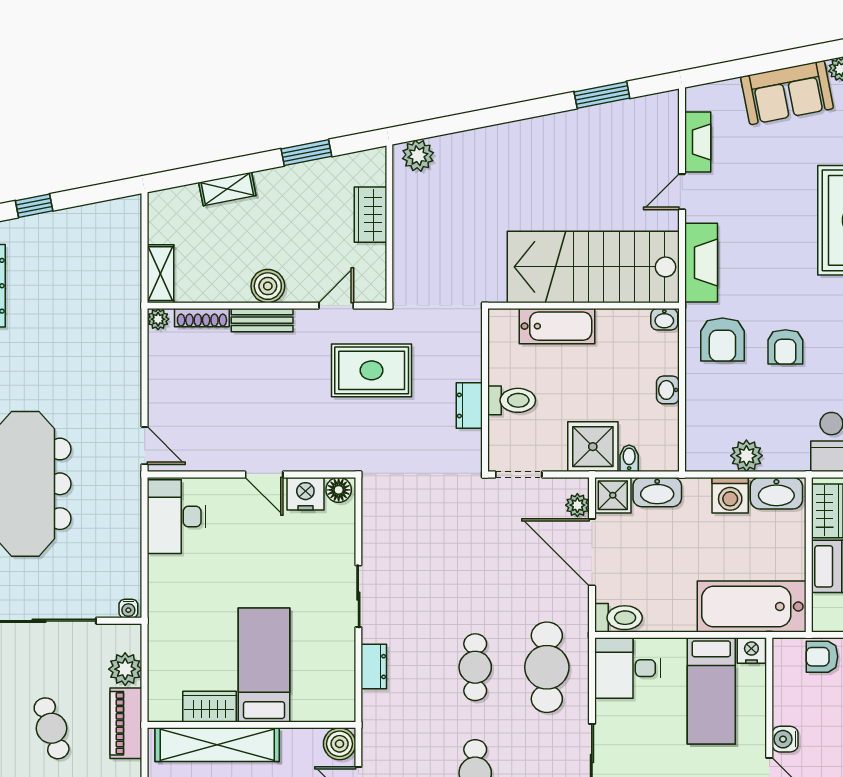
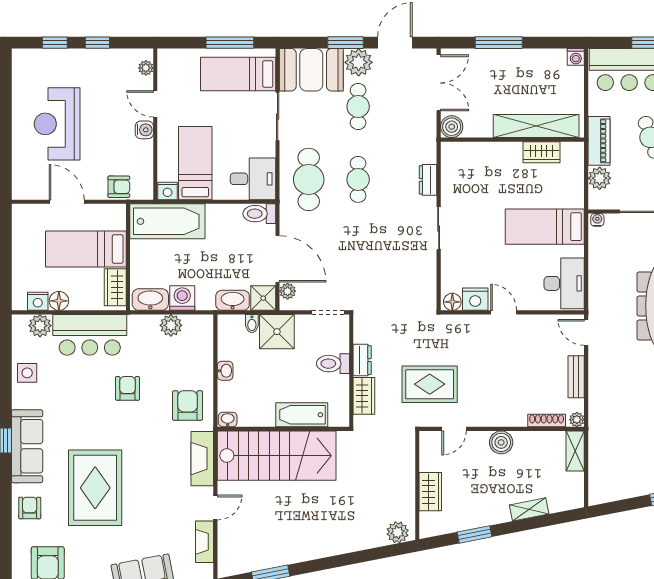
bench: (262, 320) -> (576, 377), moved, turned 90
armchair: (785, 347) -> (128, 388), moved
wardrobe: (467, 353) -> (364, 396), added
bed: (264, 665) -> (545, 227), moved, turned 90

